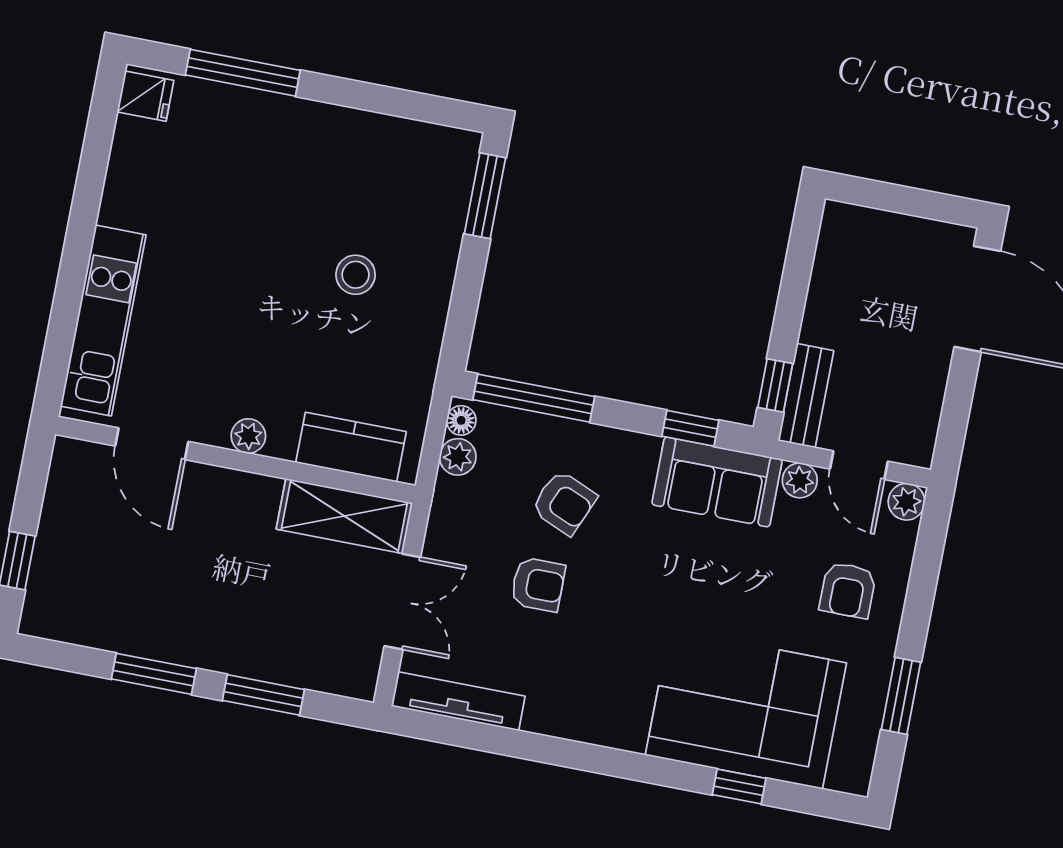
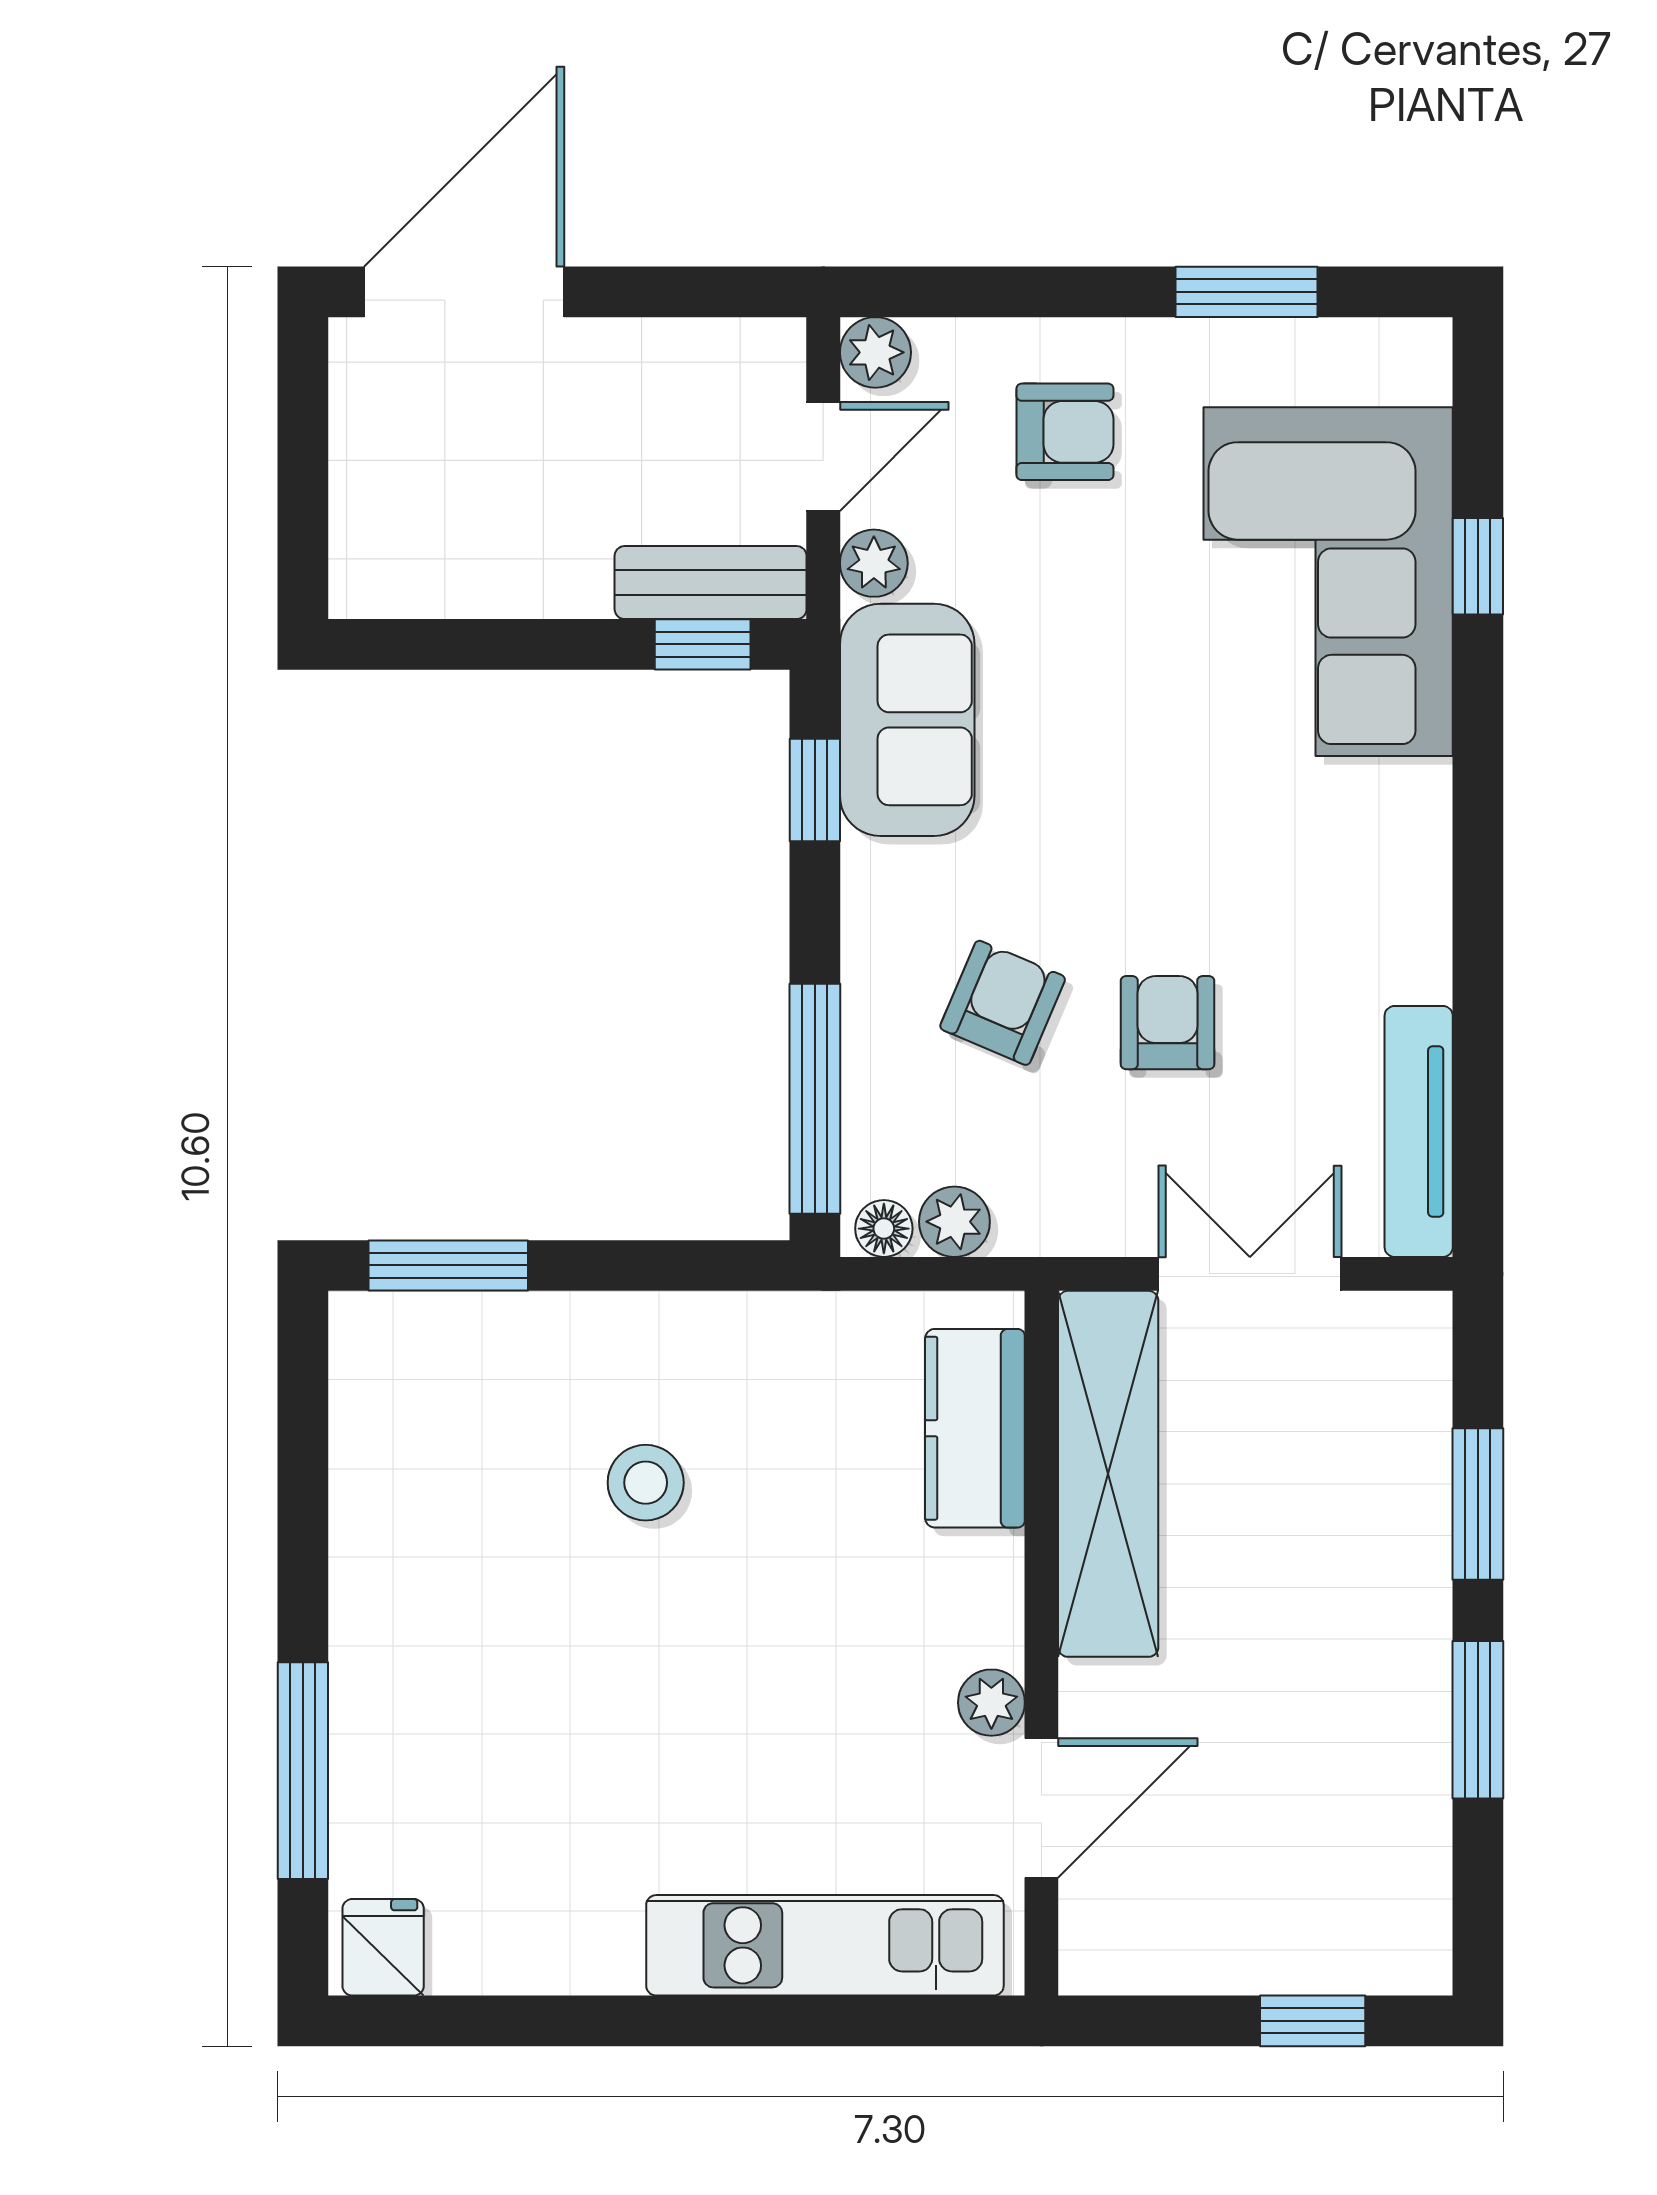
plant: (248, 436) -> (991, 1703), moved
shelving: (344, 516) -> (1108, 1474), width x1.47

